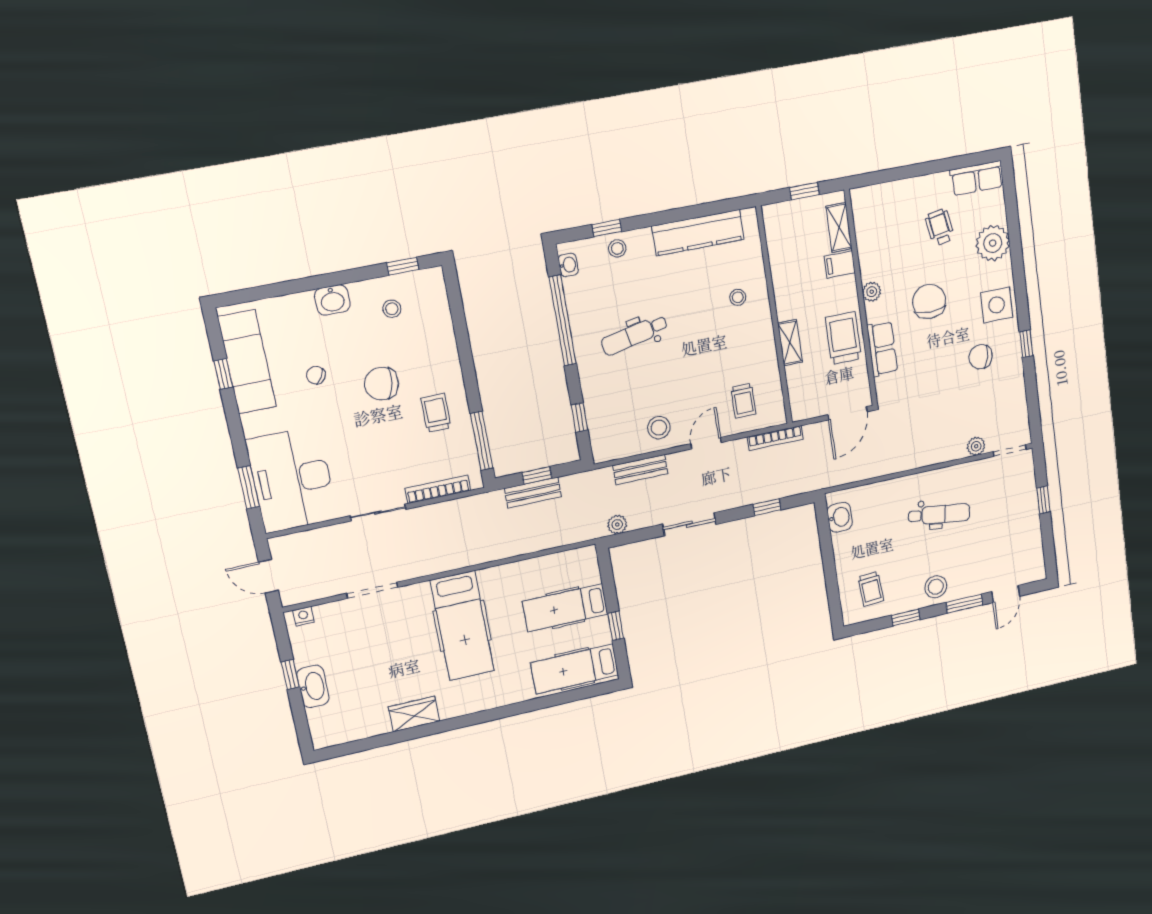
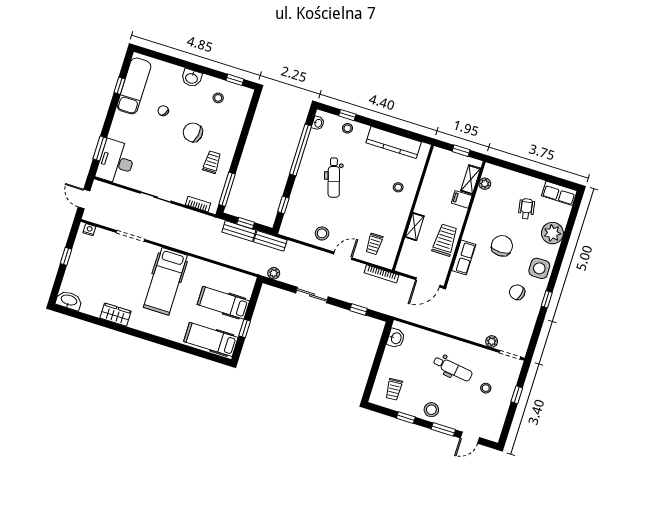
plant: (872, 292) -> (485, 184), moved
dental chair: (634, 335) -> (334, 178), turned -95
bench: (640, 470) -> (270, 241), moved
desk: (292, 479) -> (116, 162), width x0.73, depth x0.77
bookcase: (438, 489) -> (198, 204), width x0.64
stool: (997, 515) -> (486, 388), added
washbasin: (313, 686) -> (69, 300), moved, turned -90

